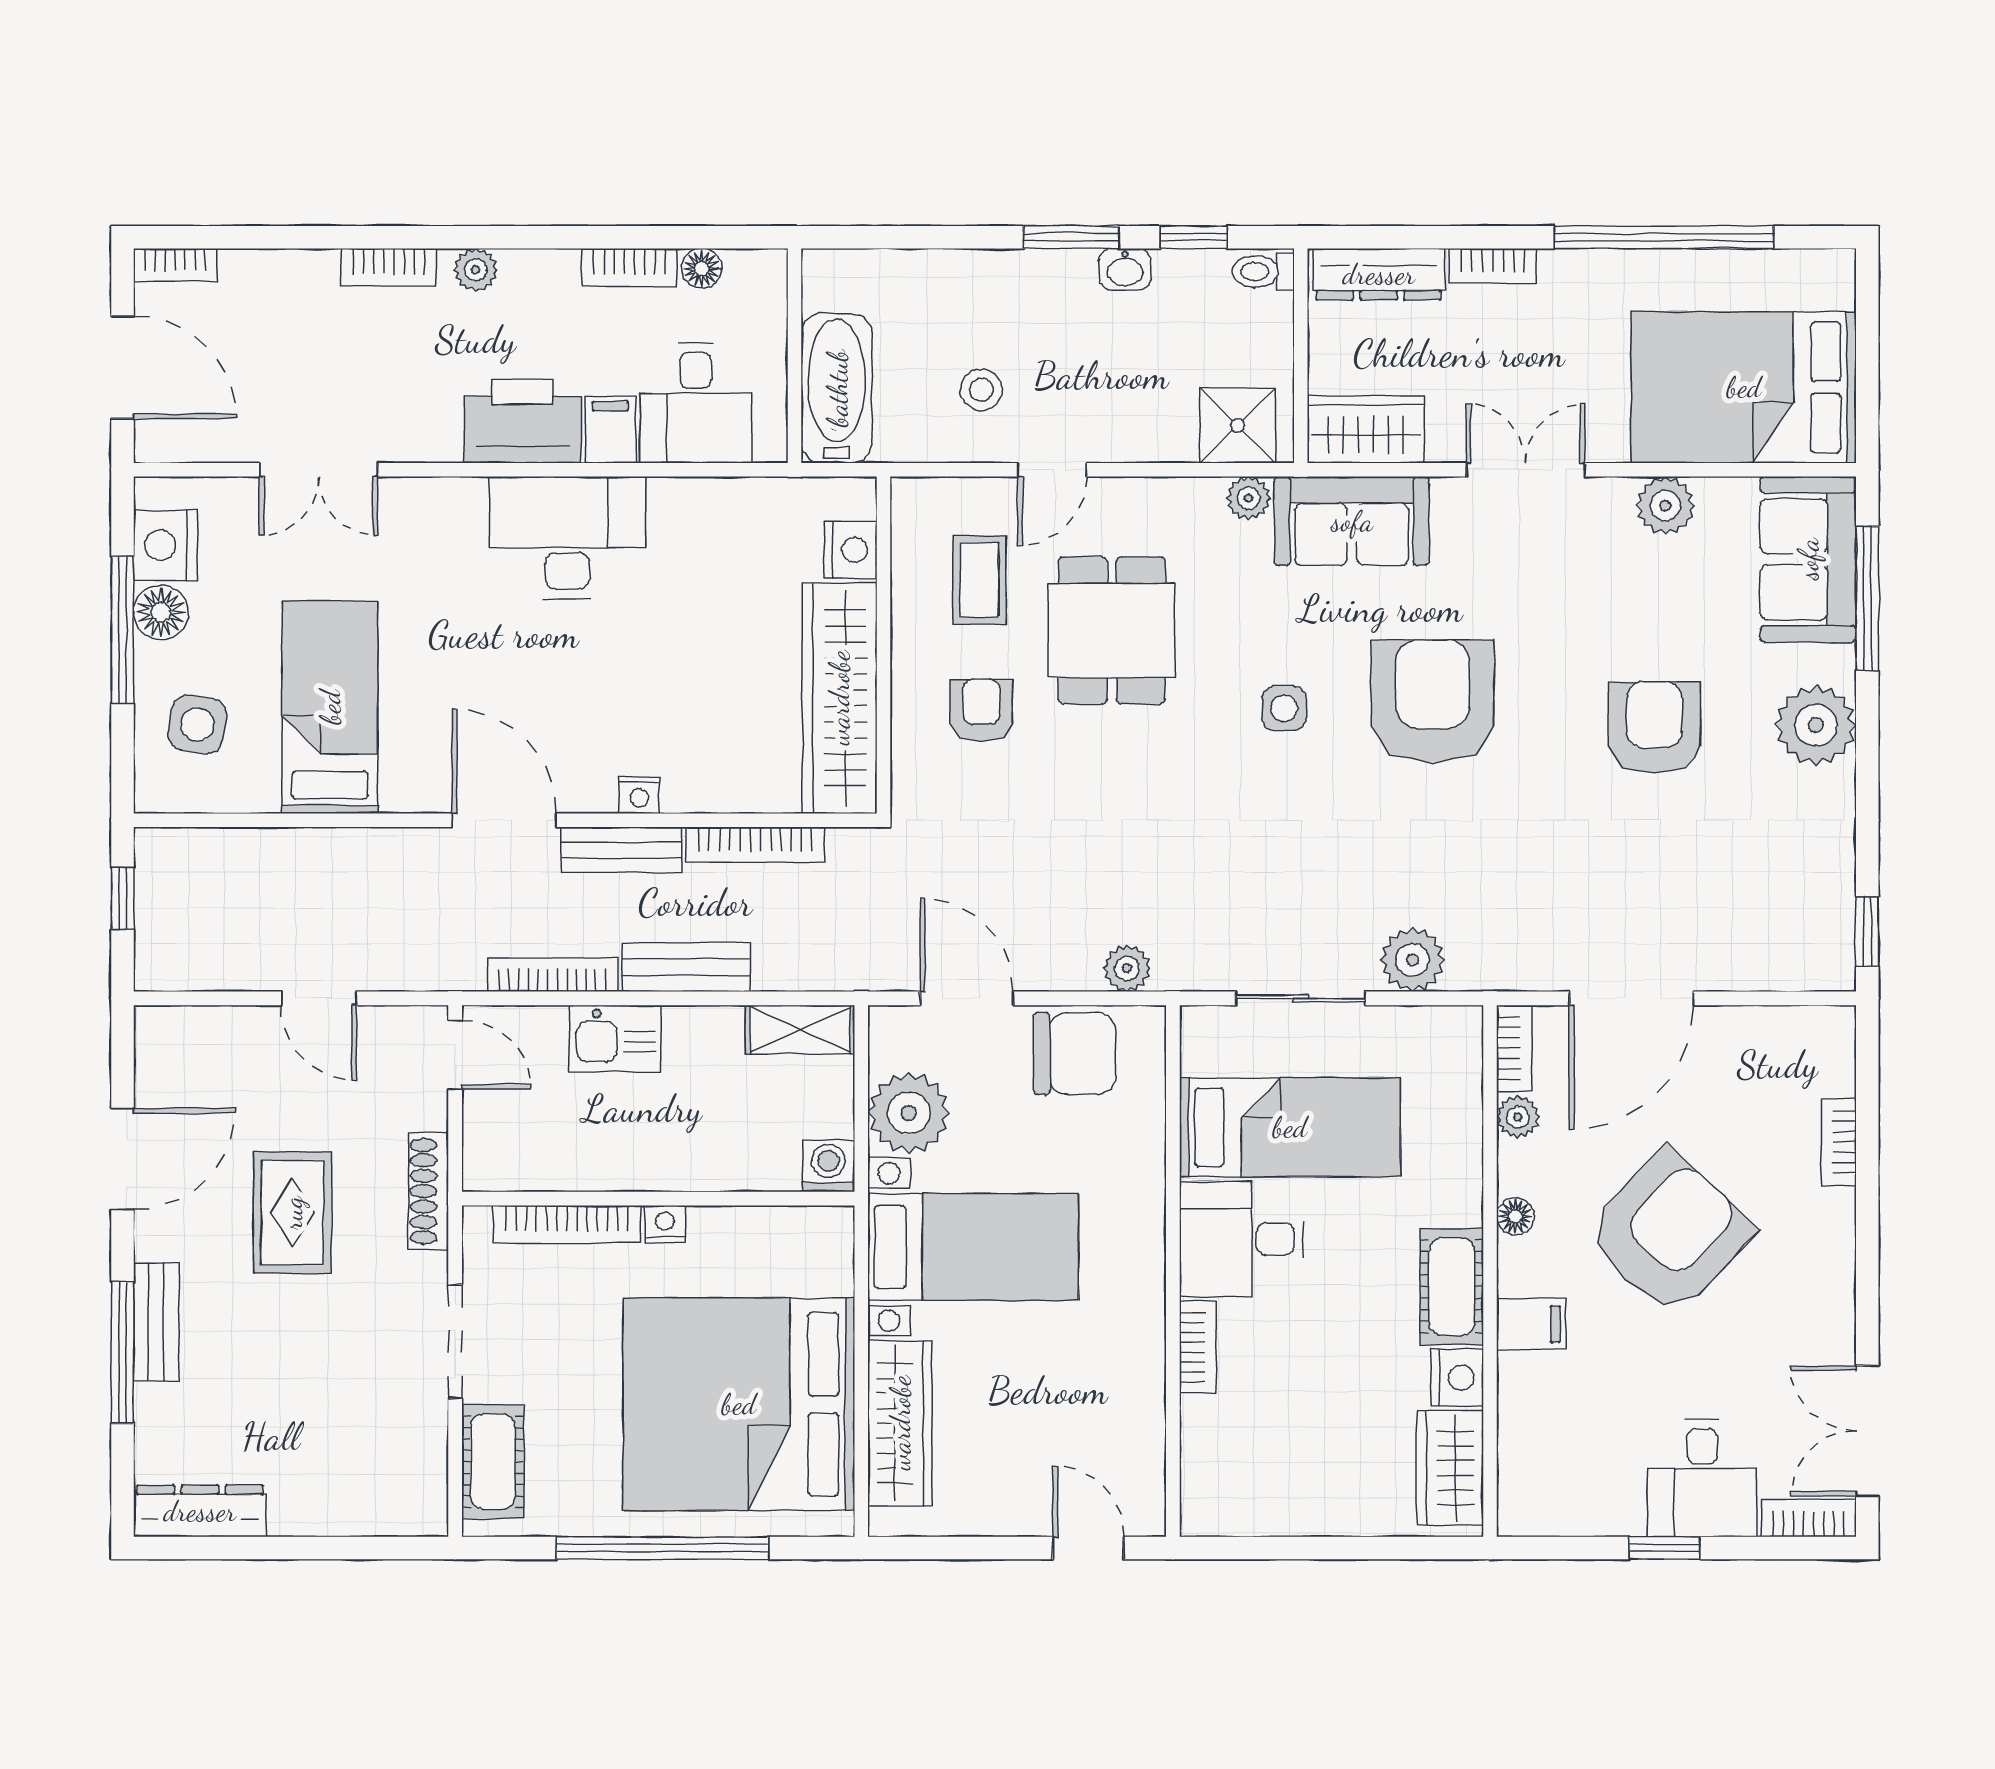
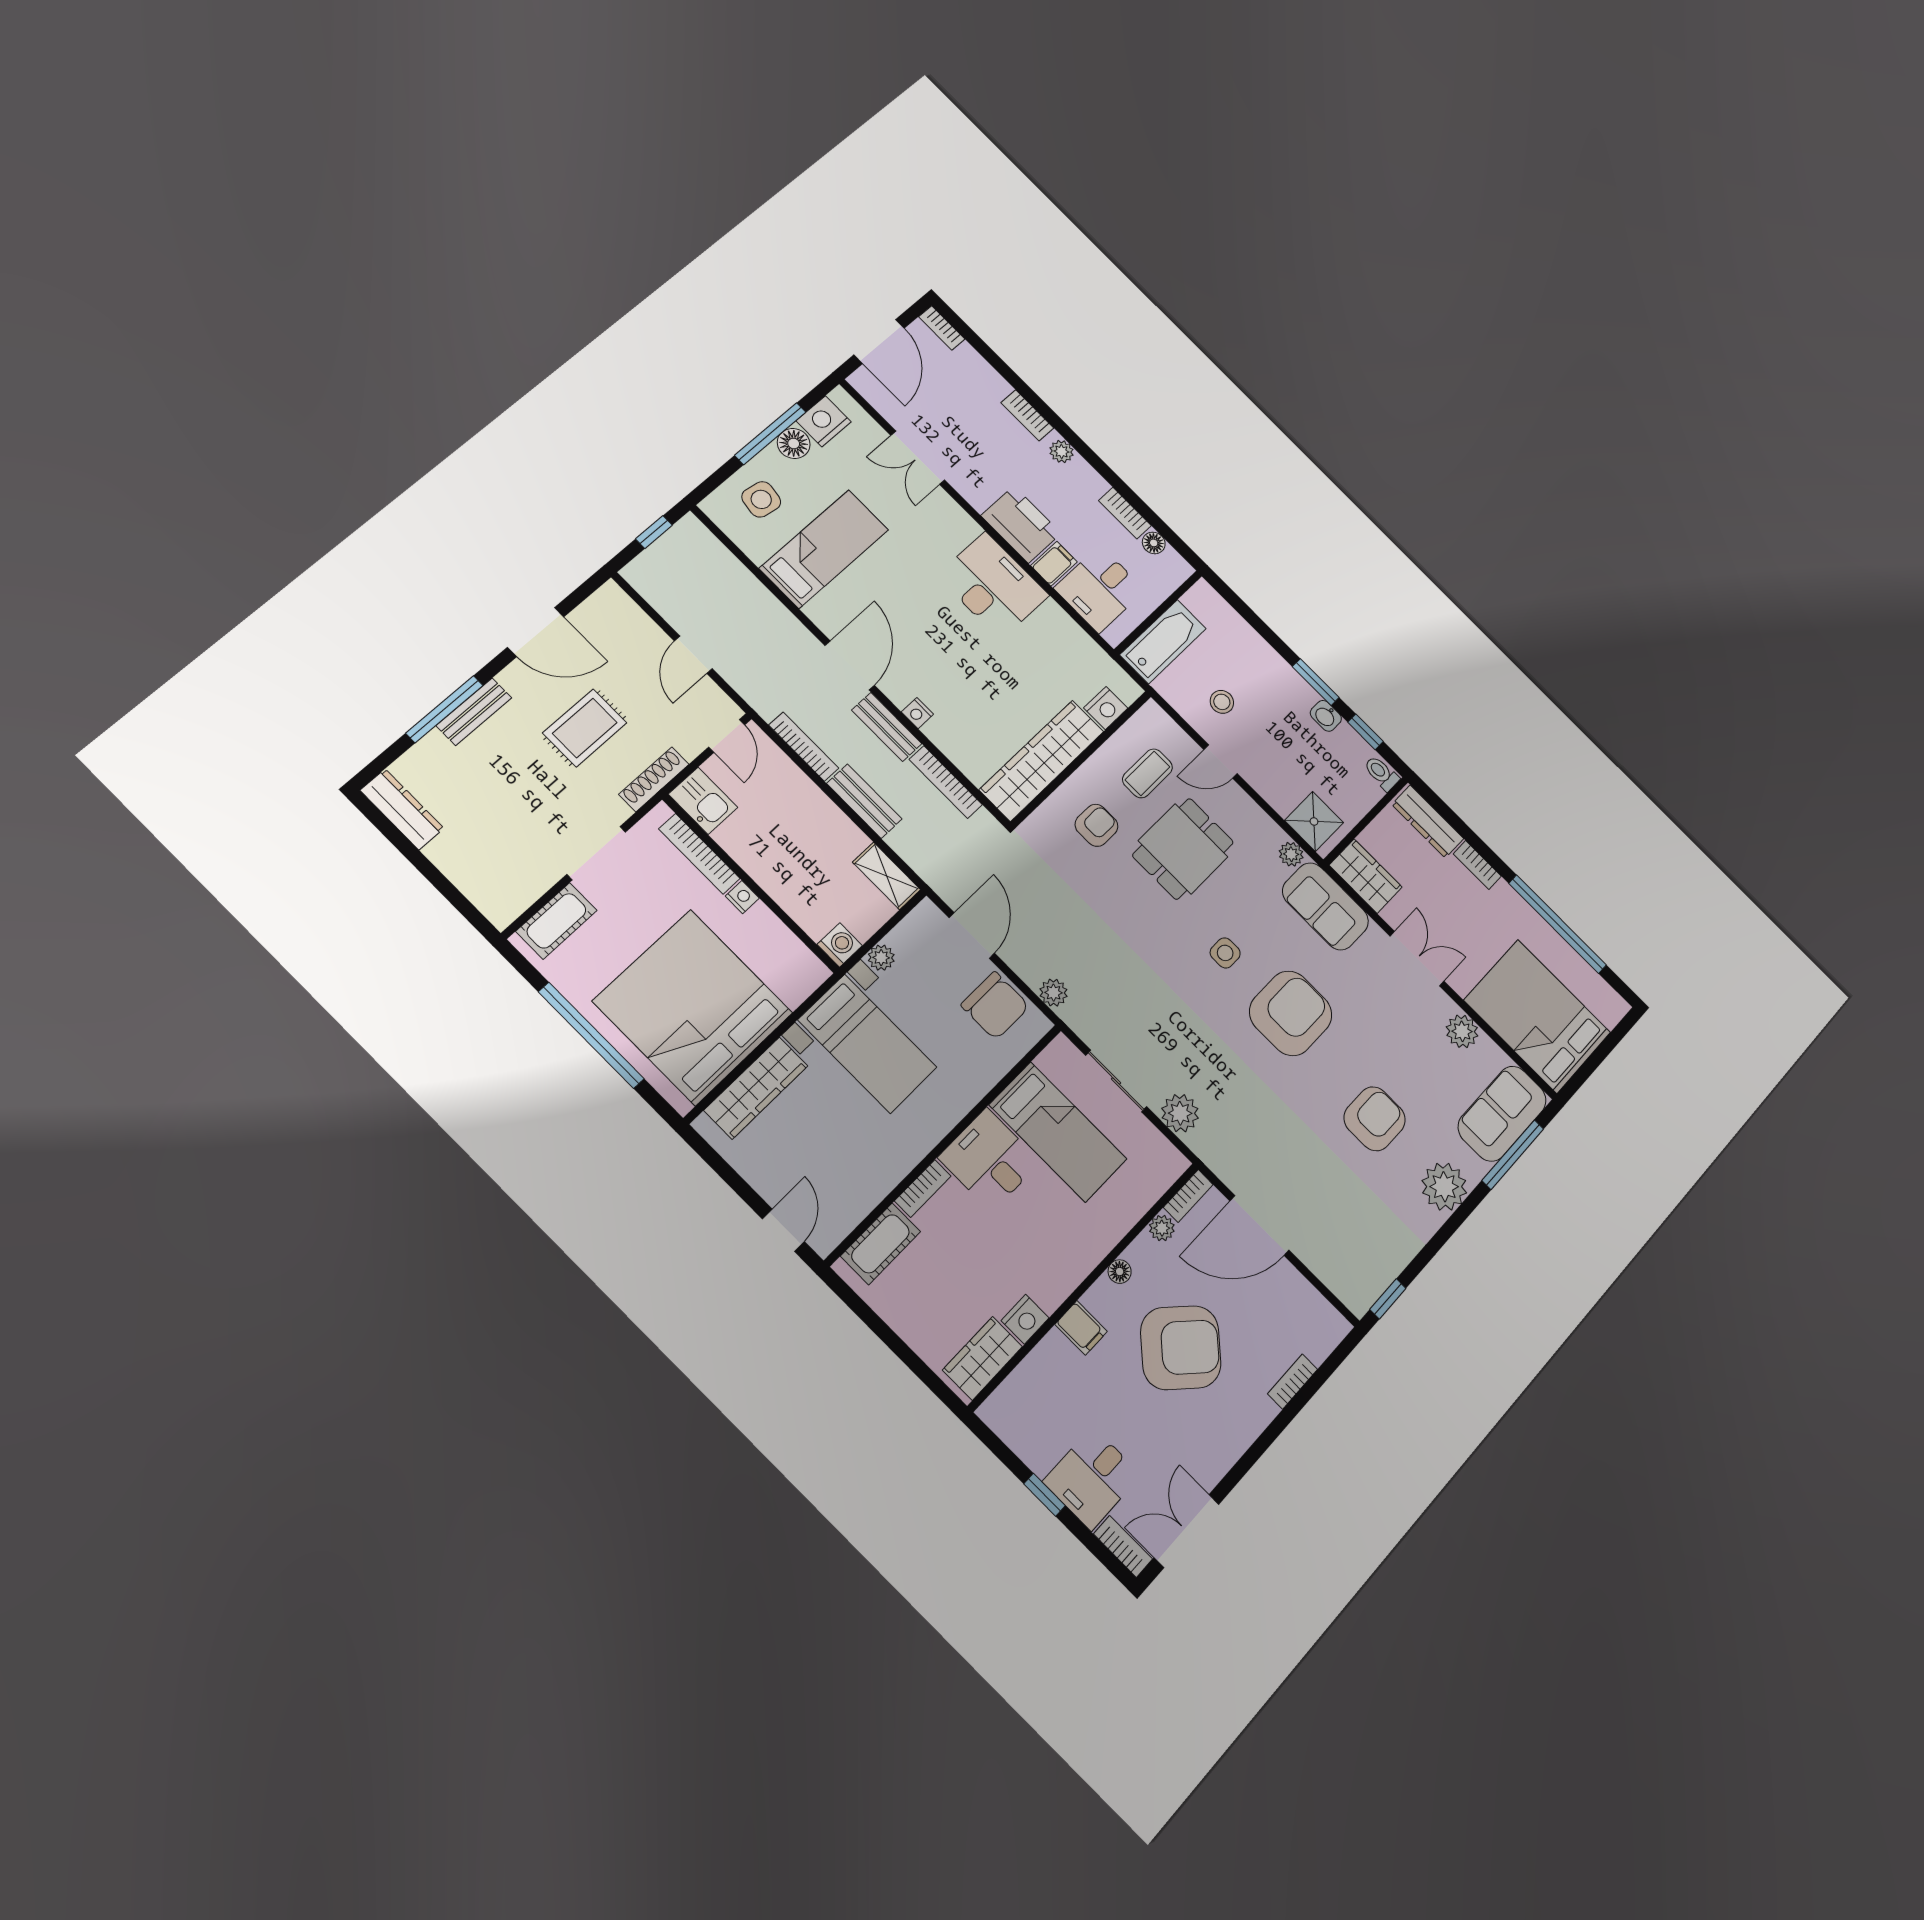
kitchen sink: (615, 1038) -> (703, 801), moved, turned 180
plant: (909, 1113) -> (881, 958), width x0.53, depth x0.53
cot: (1452, 1287) -> (880, 1244), moved

